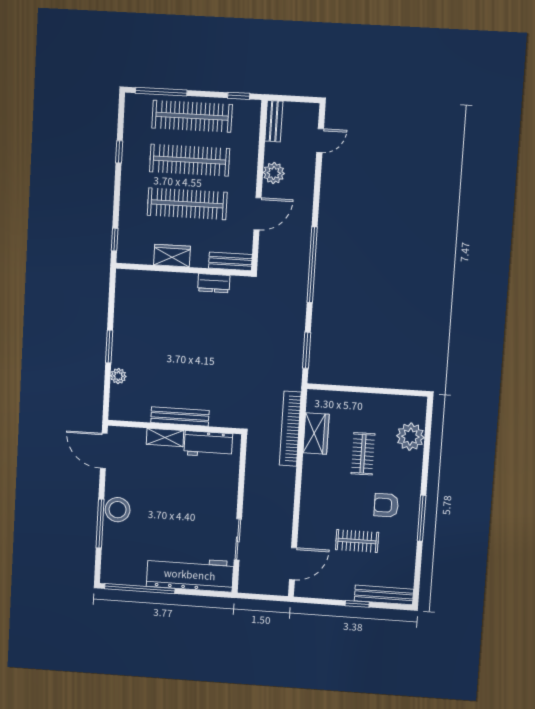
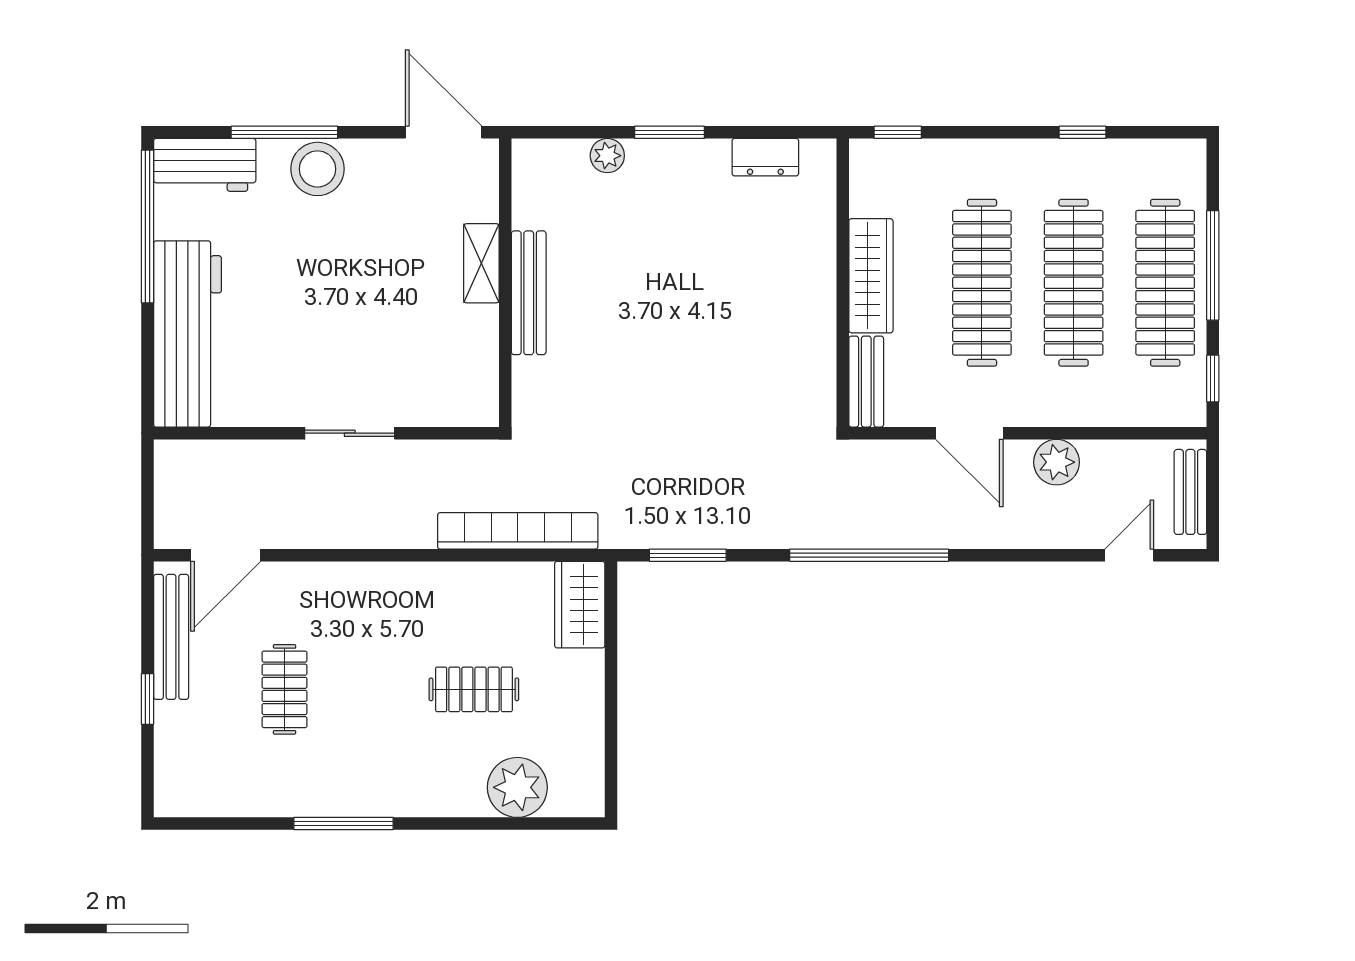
window: (161, 92) -> (1213, 265), moved
bench: (274, 121) -> (1190, 492), moved, turned 90
door: (320, 141) -> (1129, 555), swing flipped
wardrobe: (172, 256) -> (871, 276), width x1.50
dresser: (214, 283) -> (765, 157), moved, turned -90
wardrobe: (316, 434) -> (580, 605), moved, turned 90
workbench: (208, 444) -> (205, 165), moved, turned -90
door: (104, 451) -> (444, 132), hinge flipped
armchair: (386, 505) -> (366, 746), removed
sliding door: (238, 539) -> (350, 433), moved
door: (293, 564) -> (226, 555), hinge flipped
bench: (384, 595) -> (171, 637), moved

